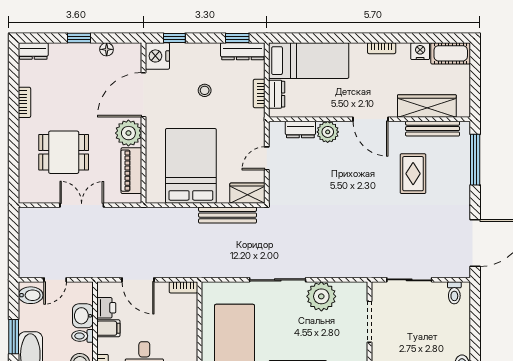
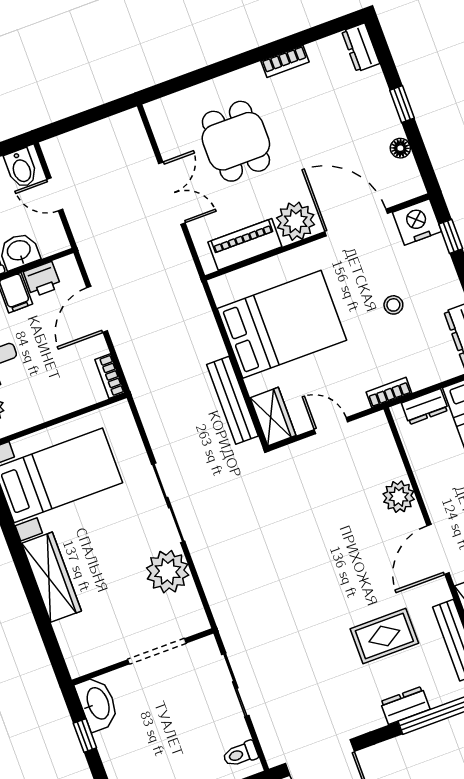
bookcase: (259, 93) -> (389, 392), moved
dresser: (300, 129) -> (405, 705), moved, turned 90

